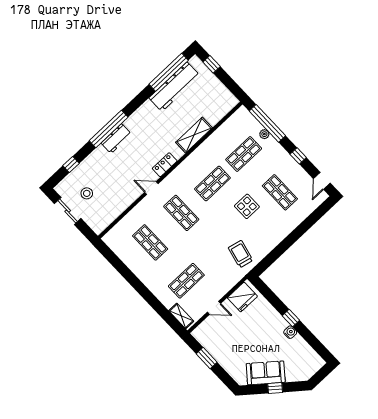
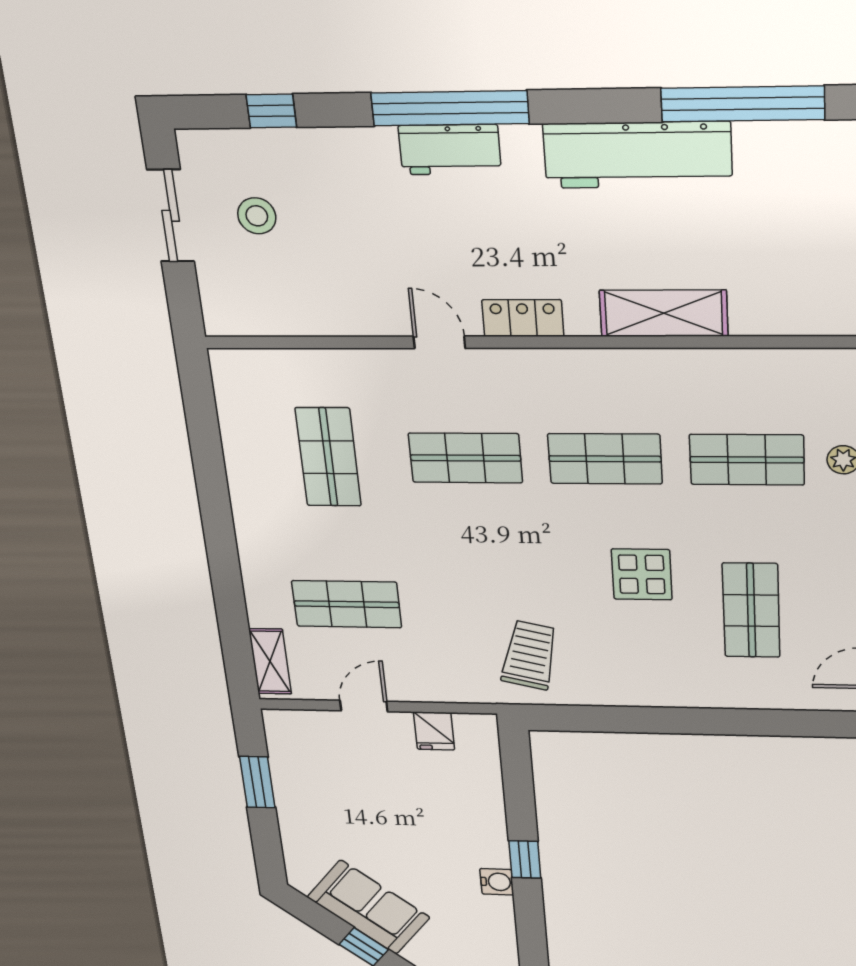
workbench: (174, 87) -> (638, 155), moved
shop shelf: (181, 213) -> (465, 458), turned 90
fridge: (242, 297) -> (434, 731), width x0.53, depth x0.75
door: (214, 308) -> (364, 706), swing flipped

